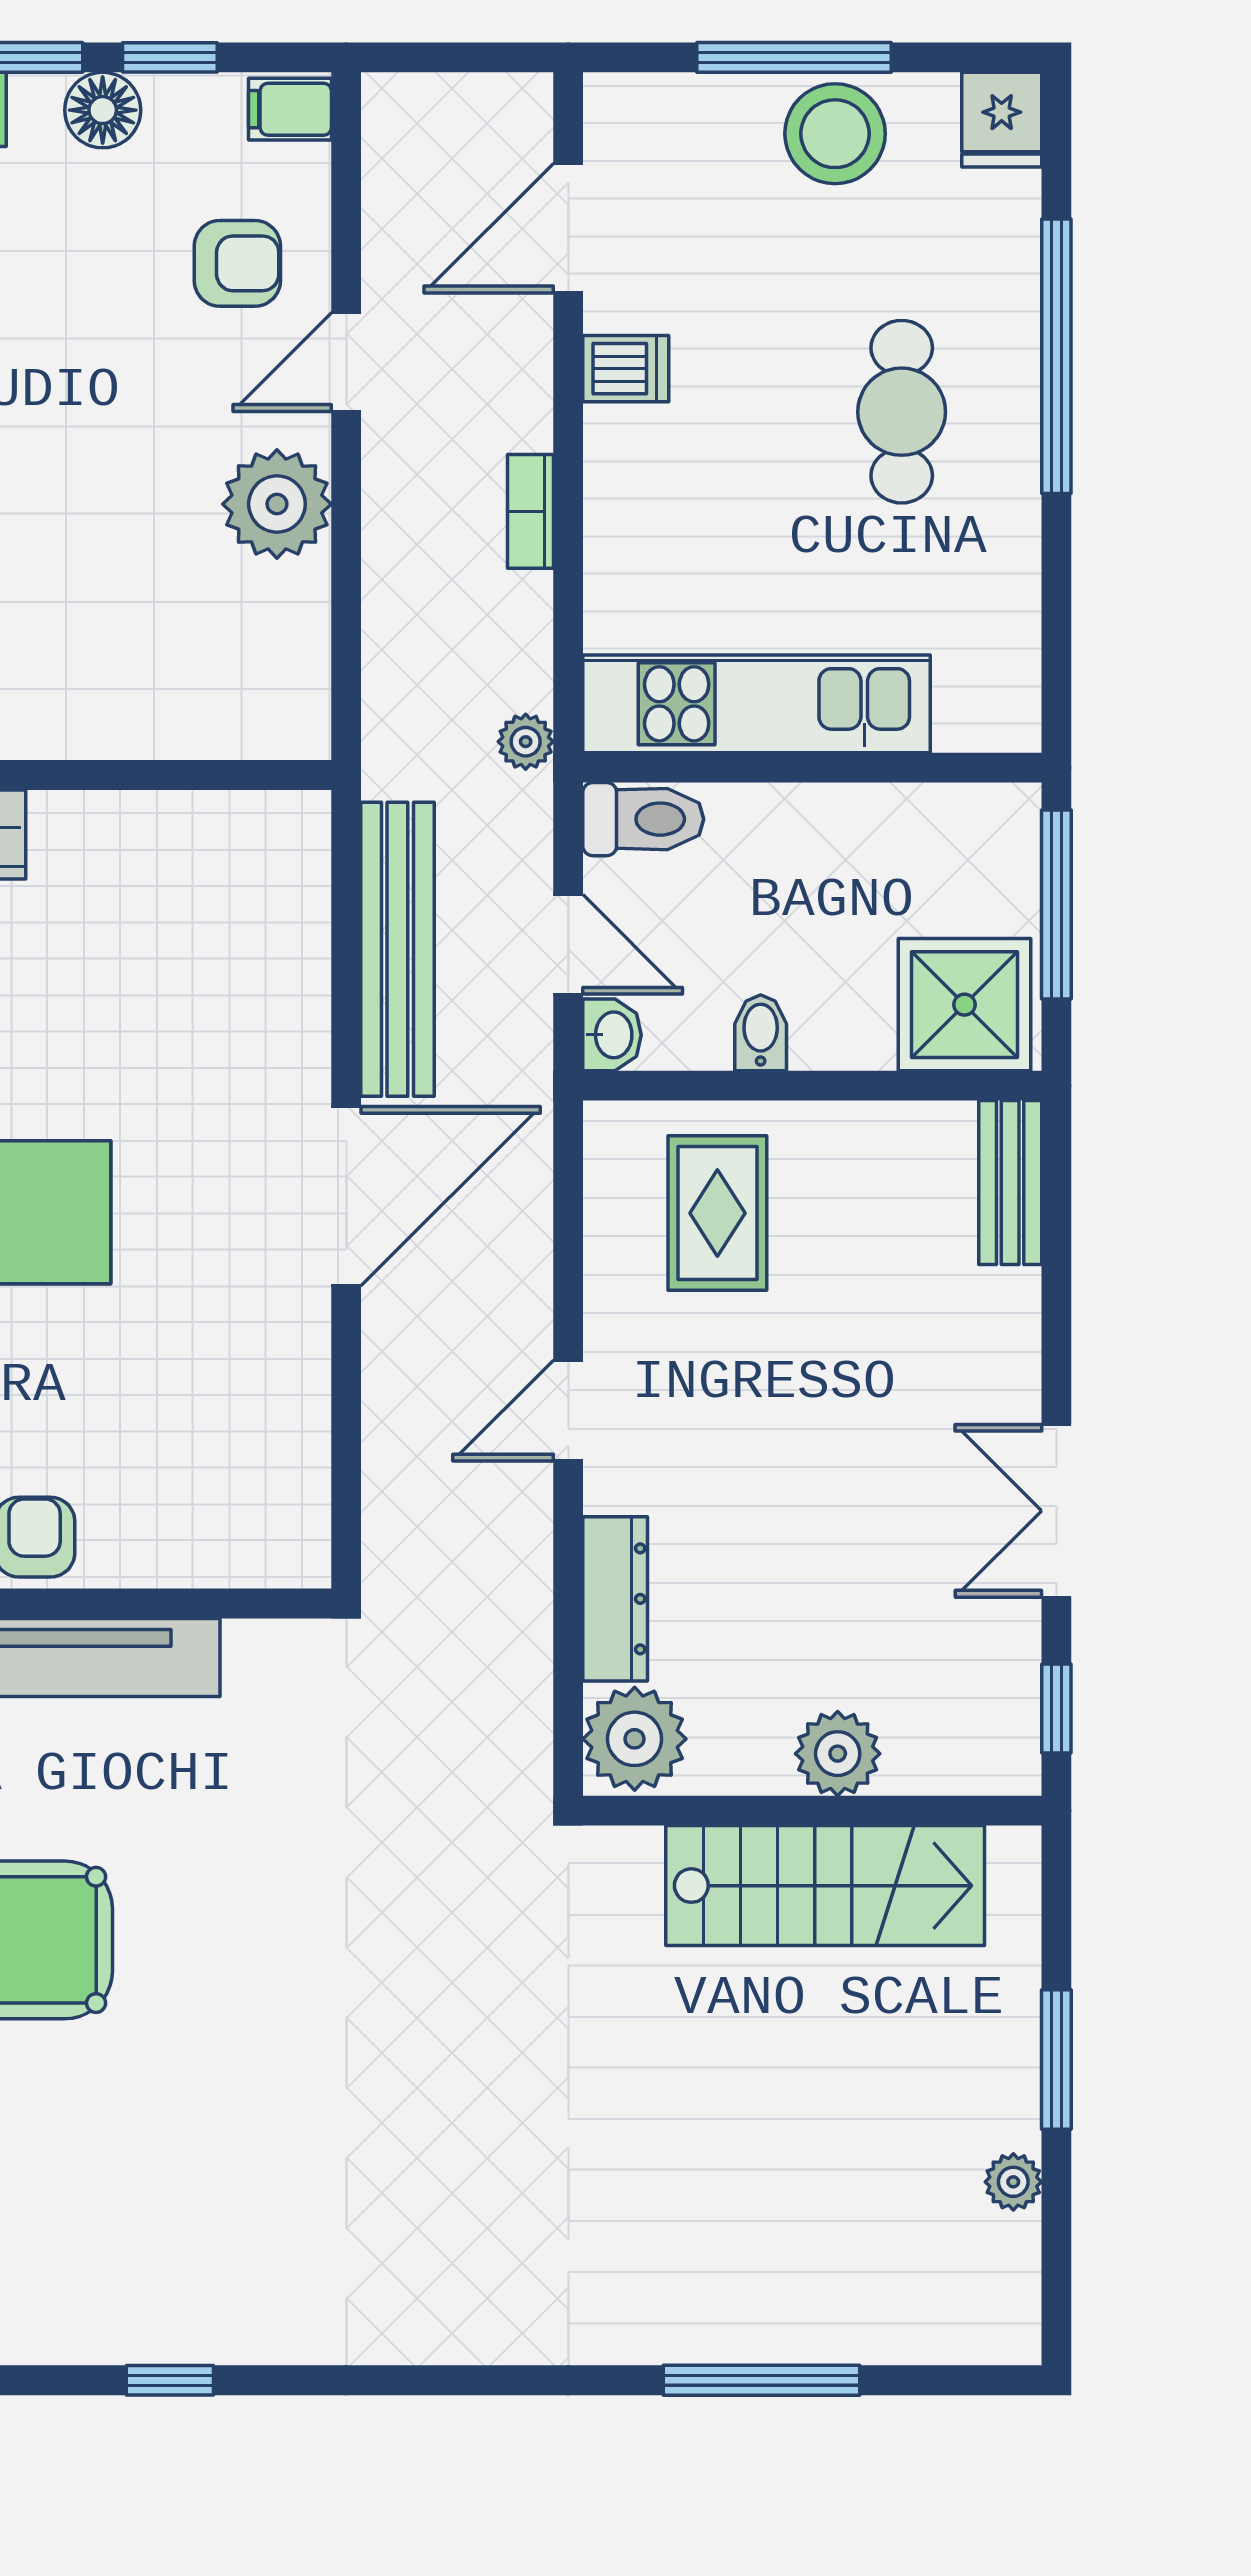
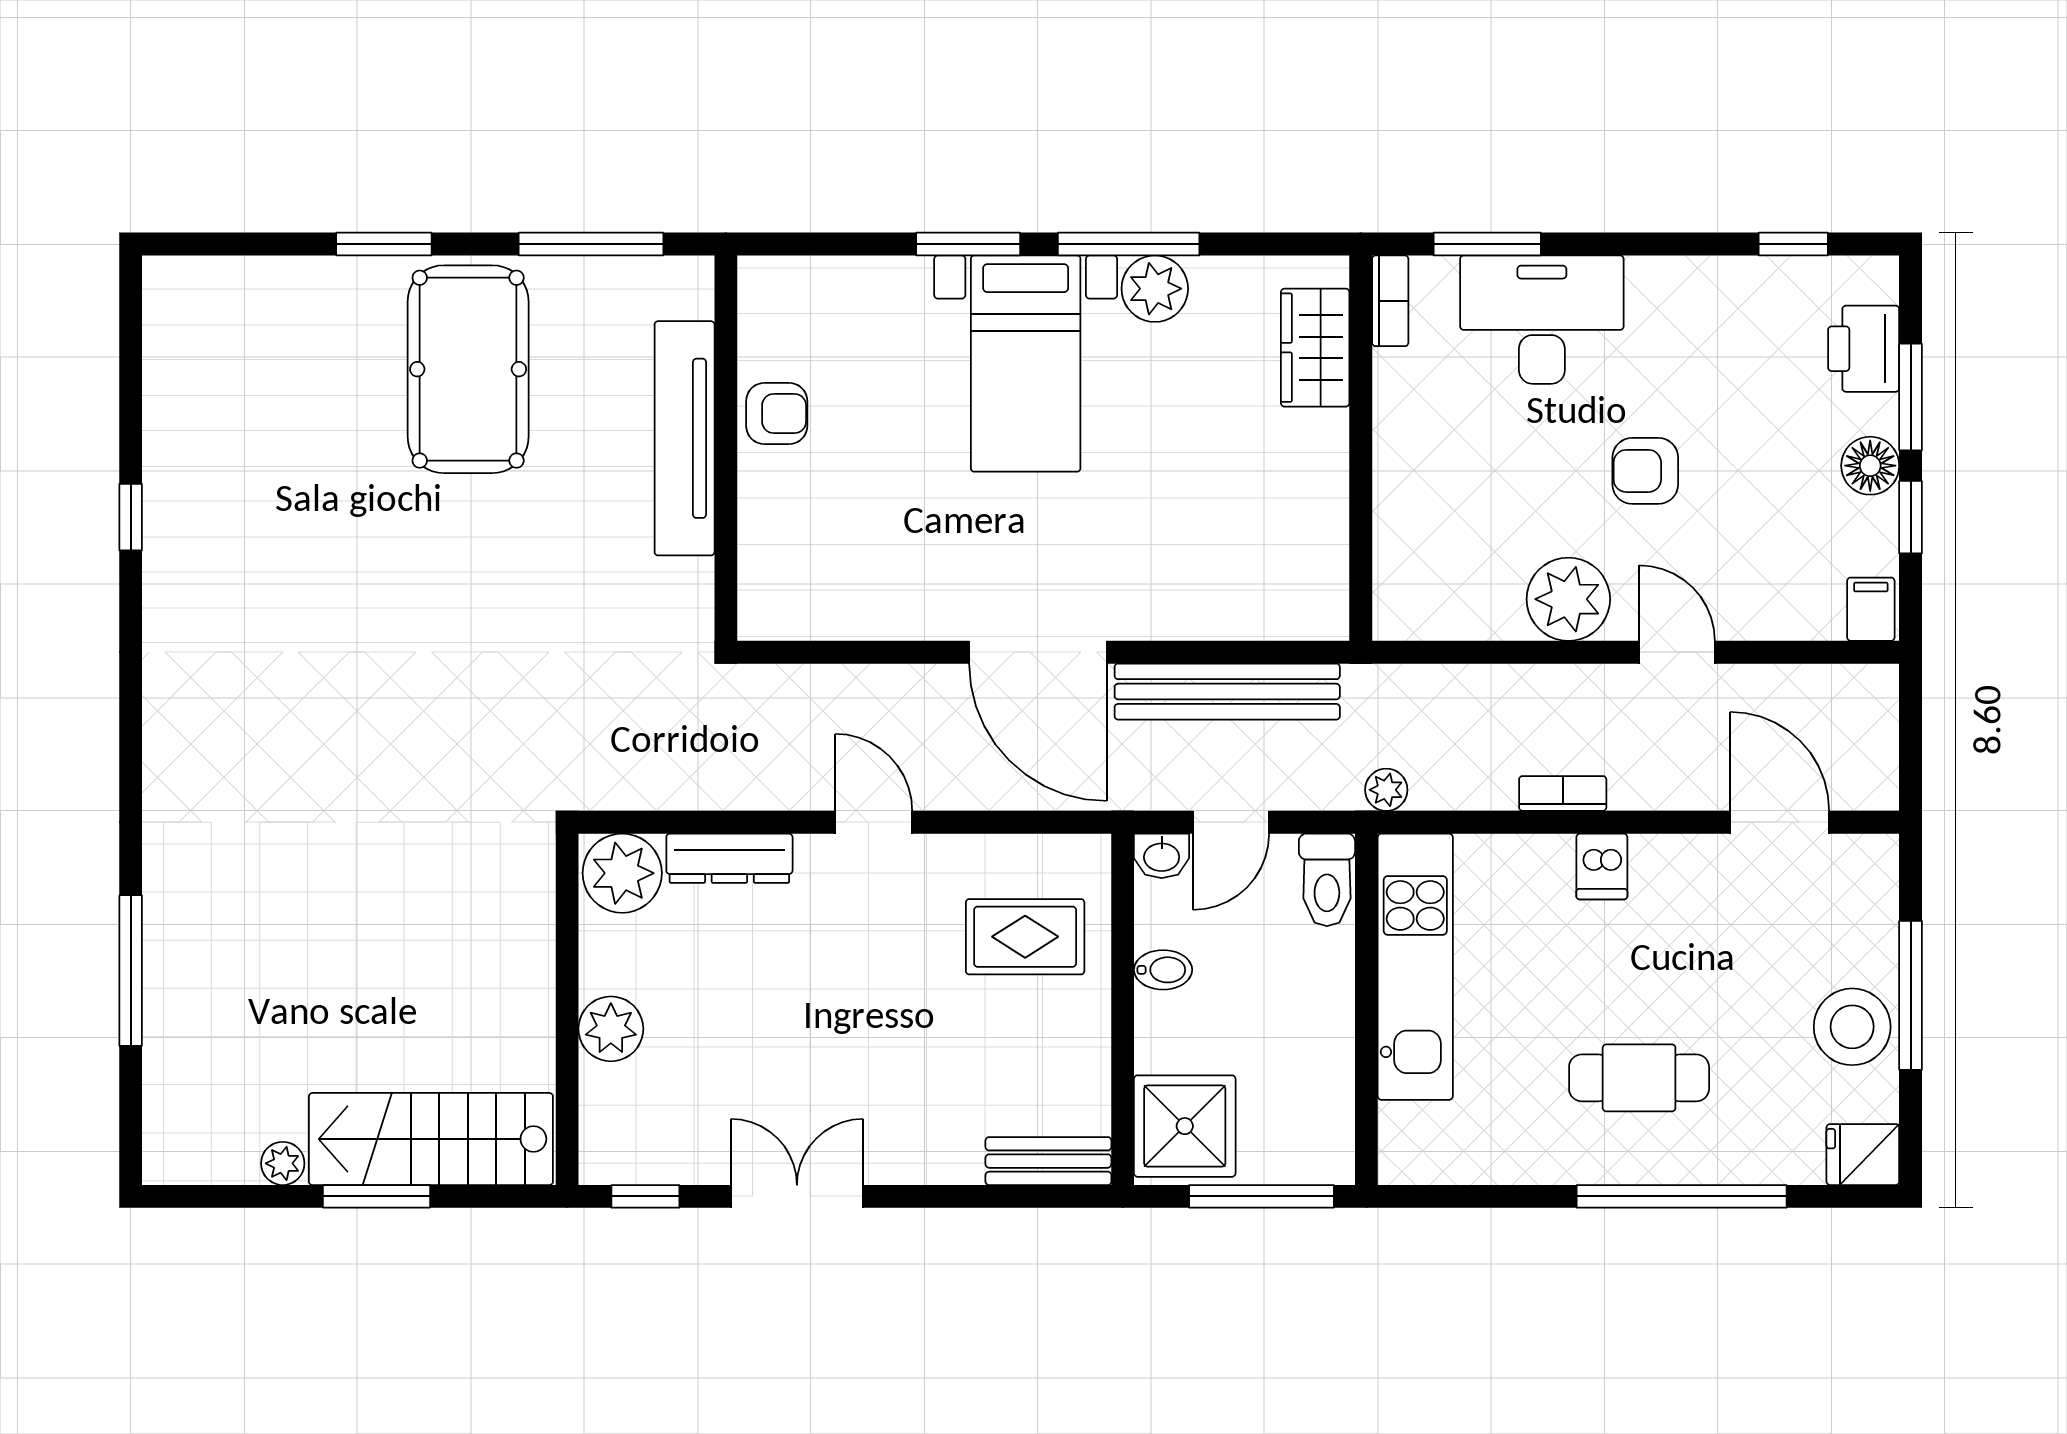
armchair: (237, 263) -> (1645, 471), moved, turned 90
dishwasher: (626, 369) -> (1602, 866), moved
stairs: (825, 1886) -> (431, 1139), moved, turned 90

